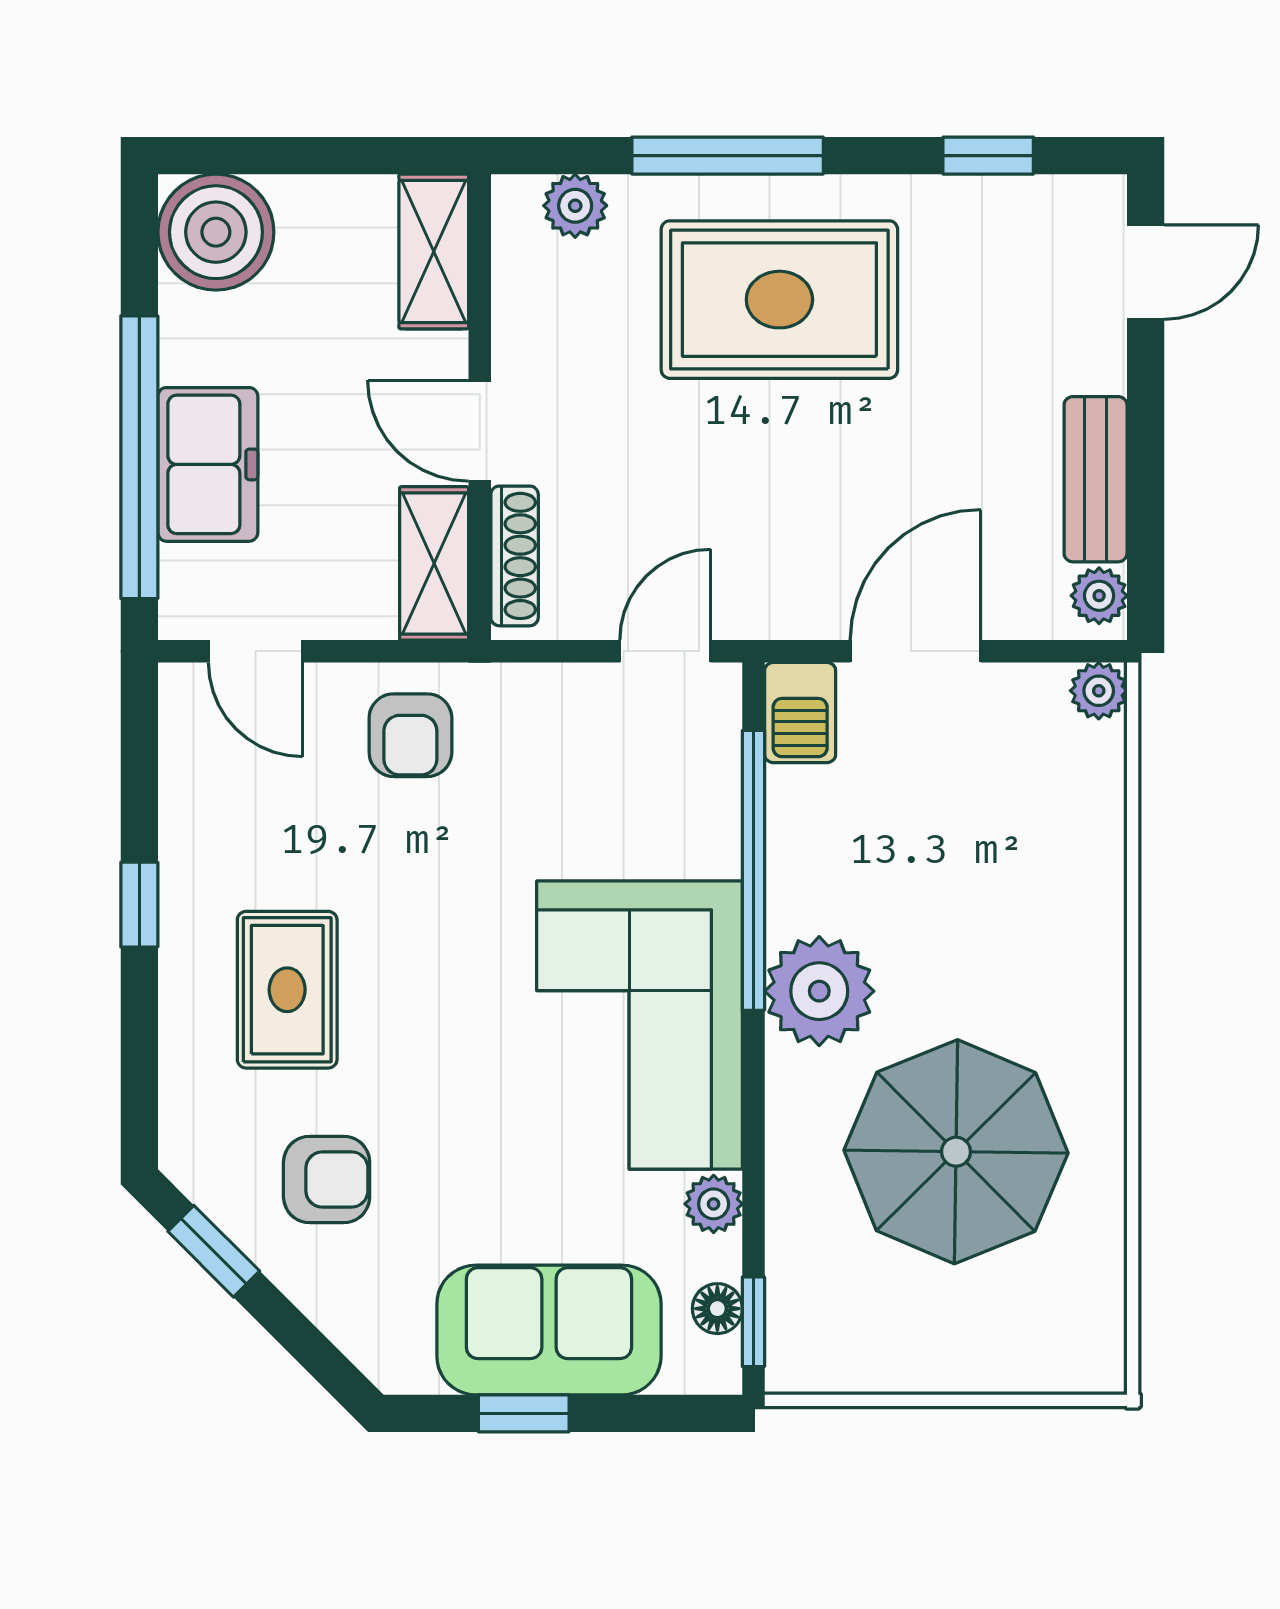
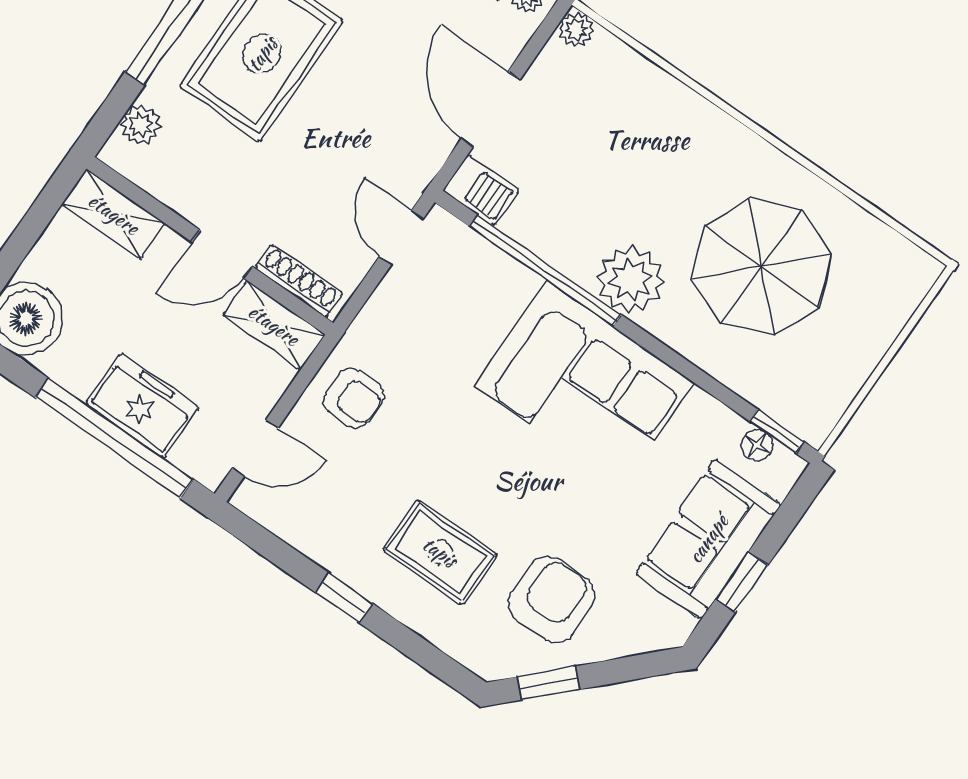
armchair: (327, 1180) -> (552, 600), width x1.38, depth x1.38
plant: (714, 1204) -> (702, 410), removed

